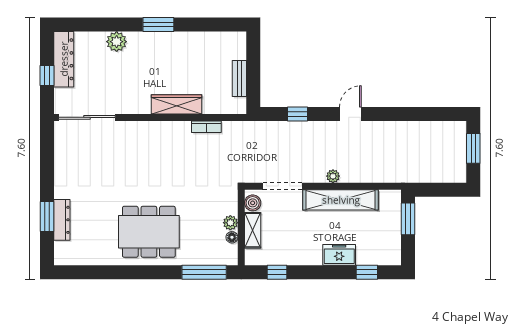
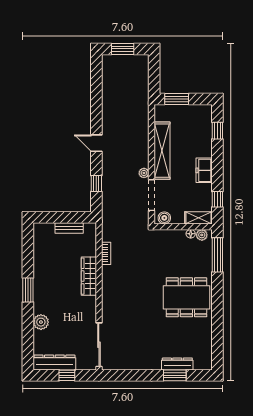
plant: (333, 176) -> (144, 173), moved
plant: (230, 223) -> (202, 235), moved
shelving: (253, 230) -> (198, 218), moved
dining table: (149, 232) -> (186, 297), turned 90
freezer: (339, 255) -> (204, 170), moved

